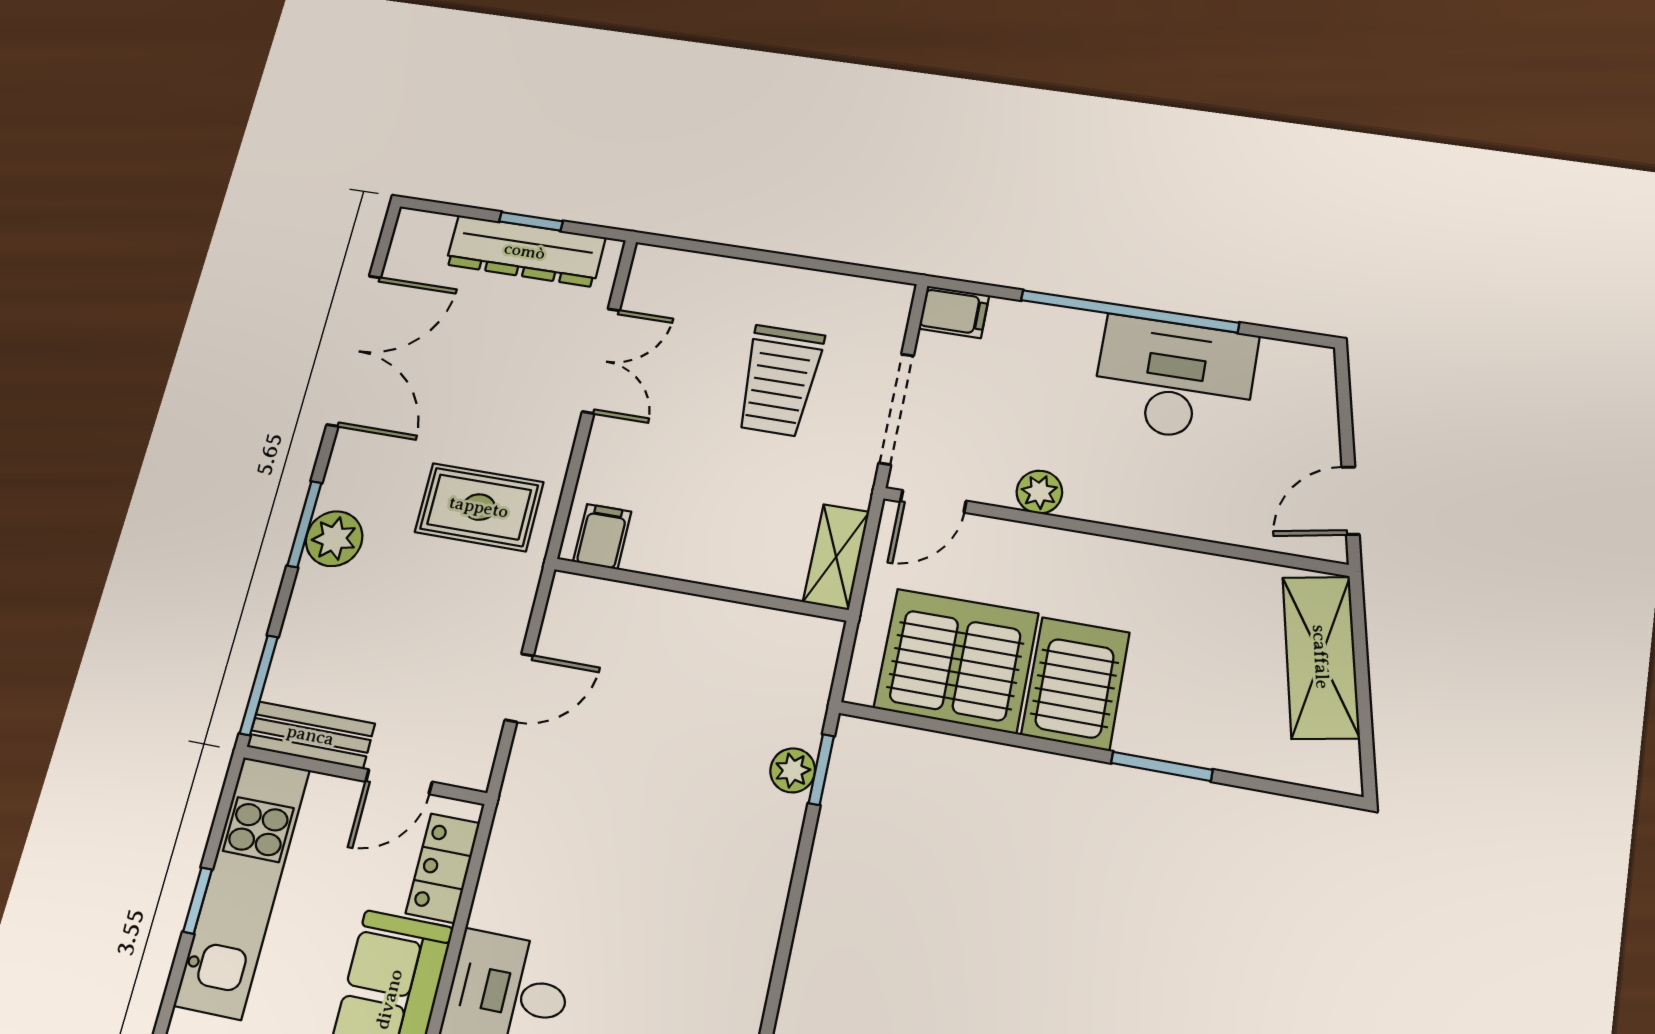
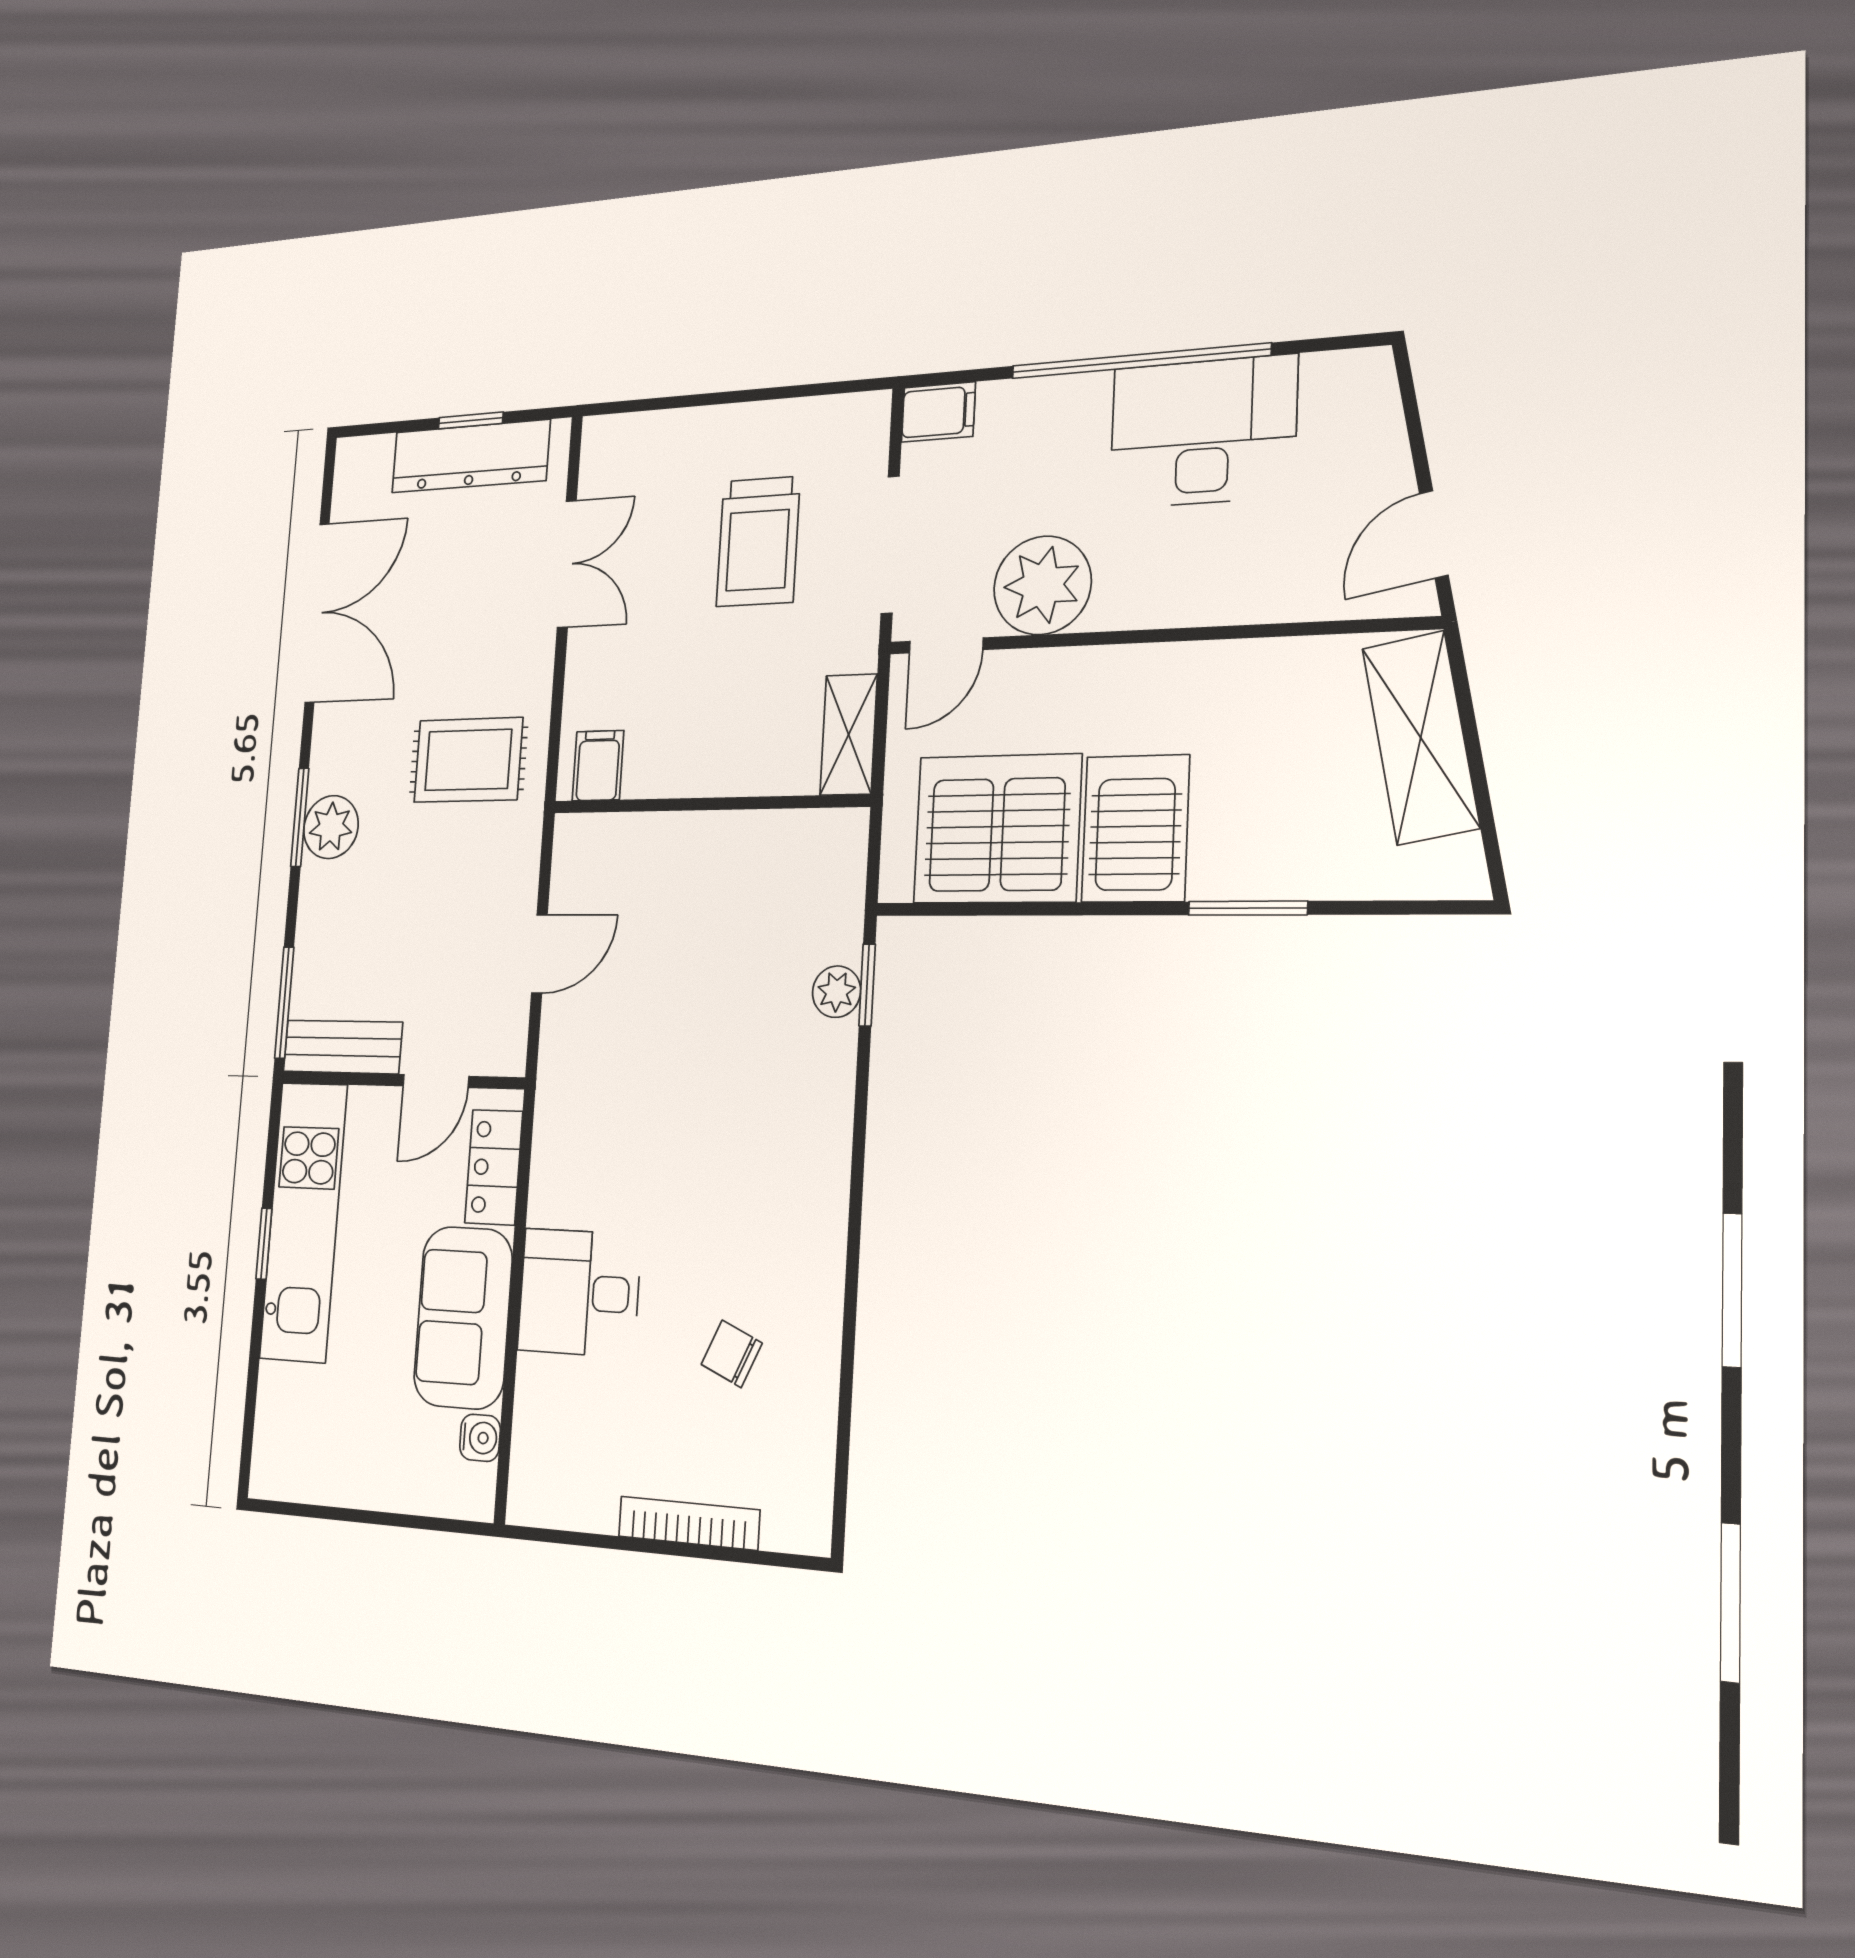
plant: (1039, 492) -> (1042, 585), width x1.88, depth x1.88

